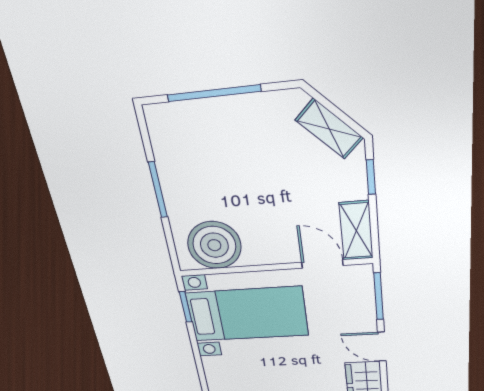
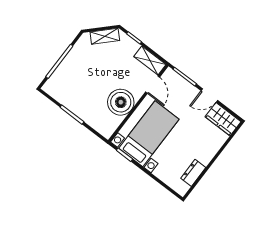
boiler: (214, 245) -> (121, 102), moved
door: (322, 264) -> (153, 85), swing flipped

